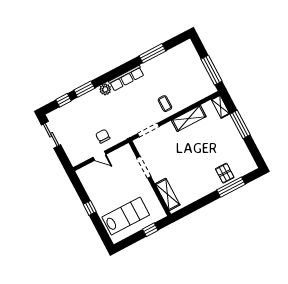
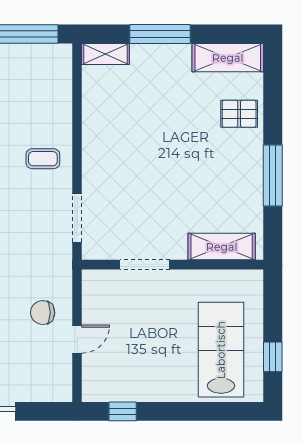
shelving: (189, 118) -> (228, 58), moved, turned 90
window: (231, 187) -> (273, 175), moved
window: (90, 208) -> (123, 411), moved
window: (150, 230) -> (273, 357), moved

